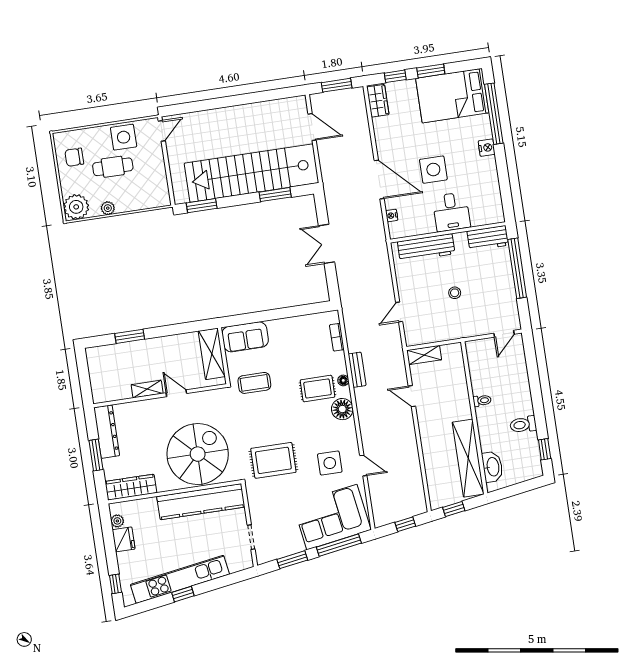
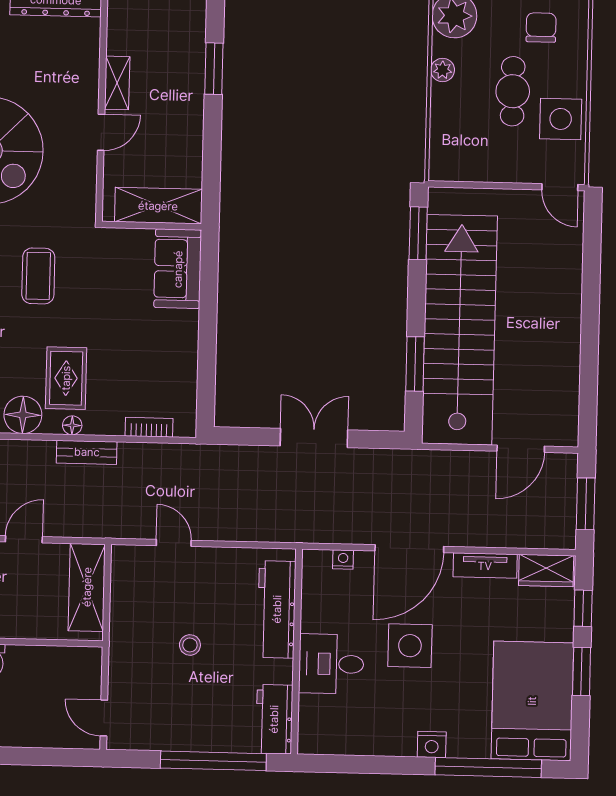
tv unit: (381, 135) -> (485, 566), added
shelving: (424, 355) -> (87, 587), width x1.50, depth x1.33
coffee table: (254, 383) -> (38, 276), moved

